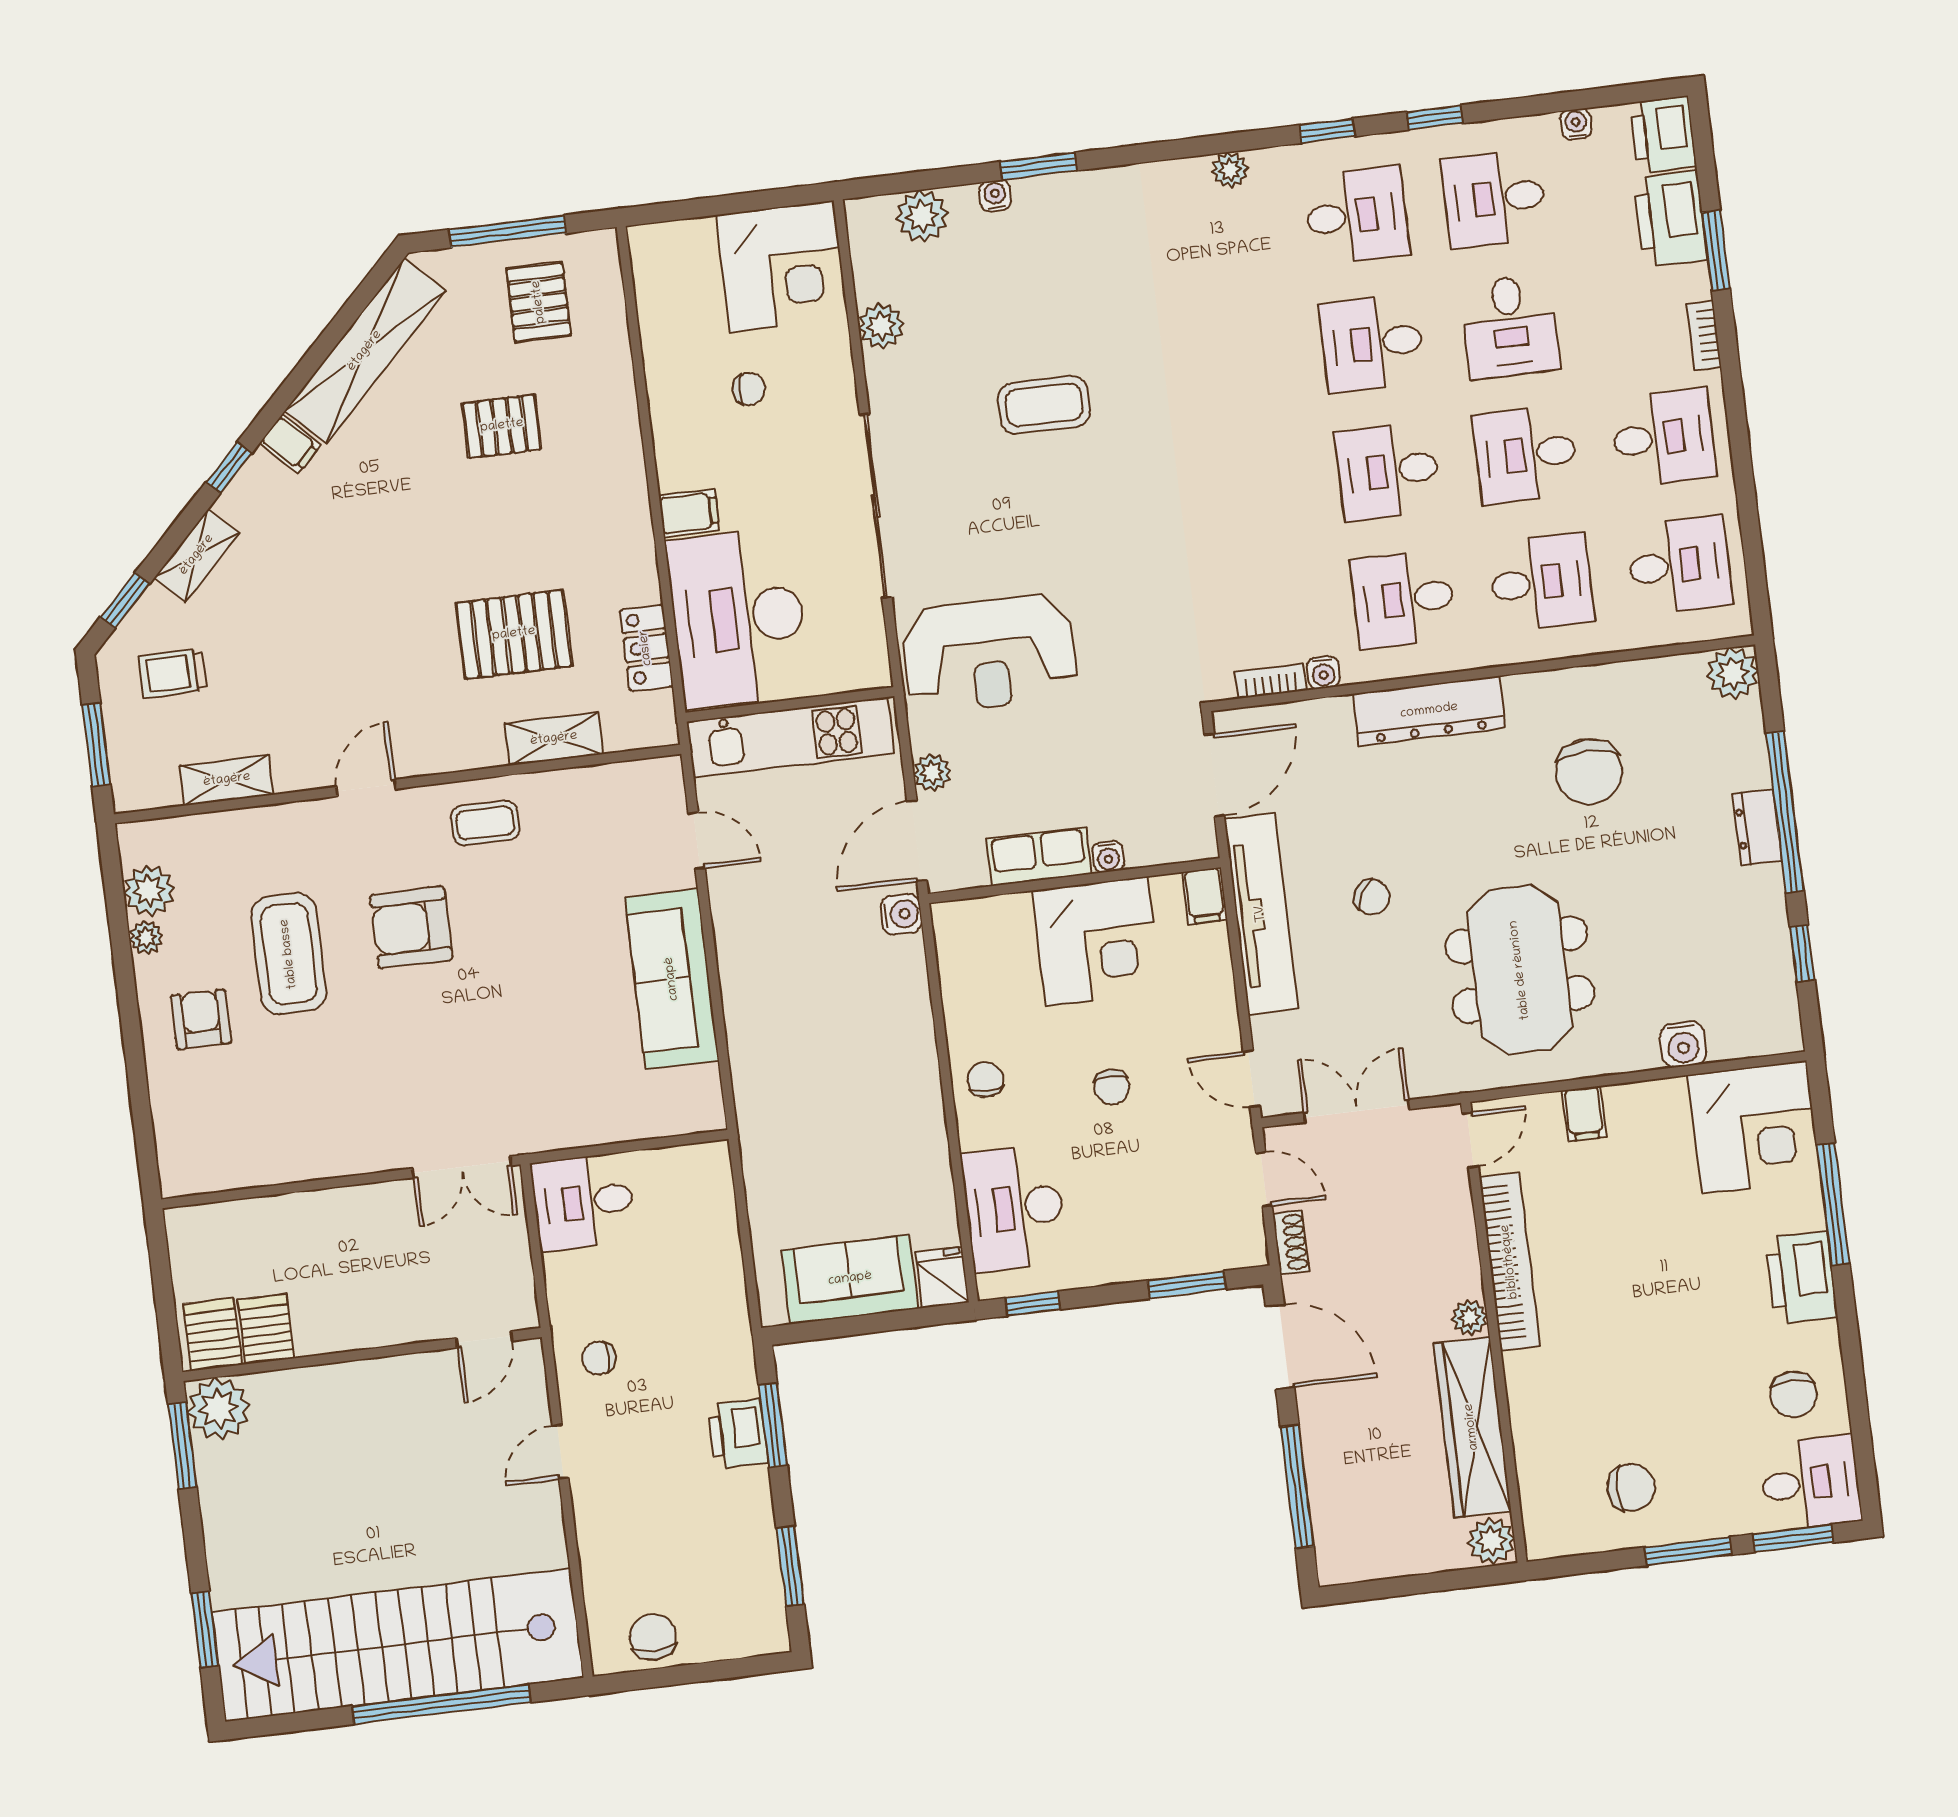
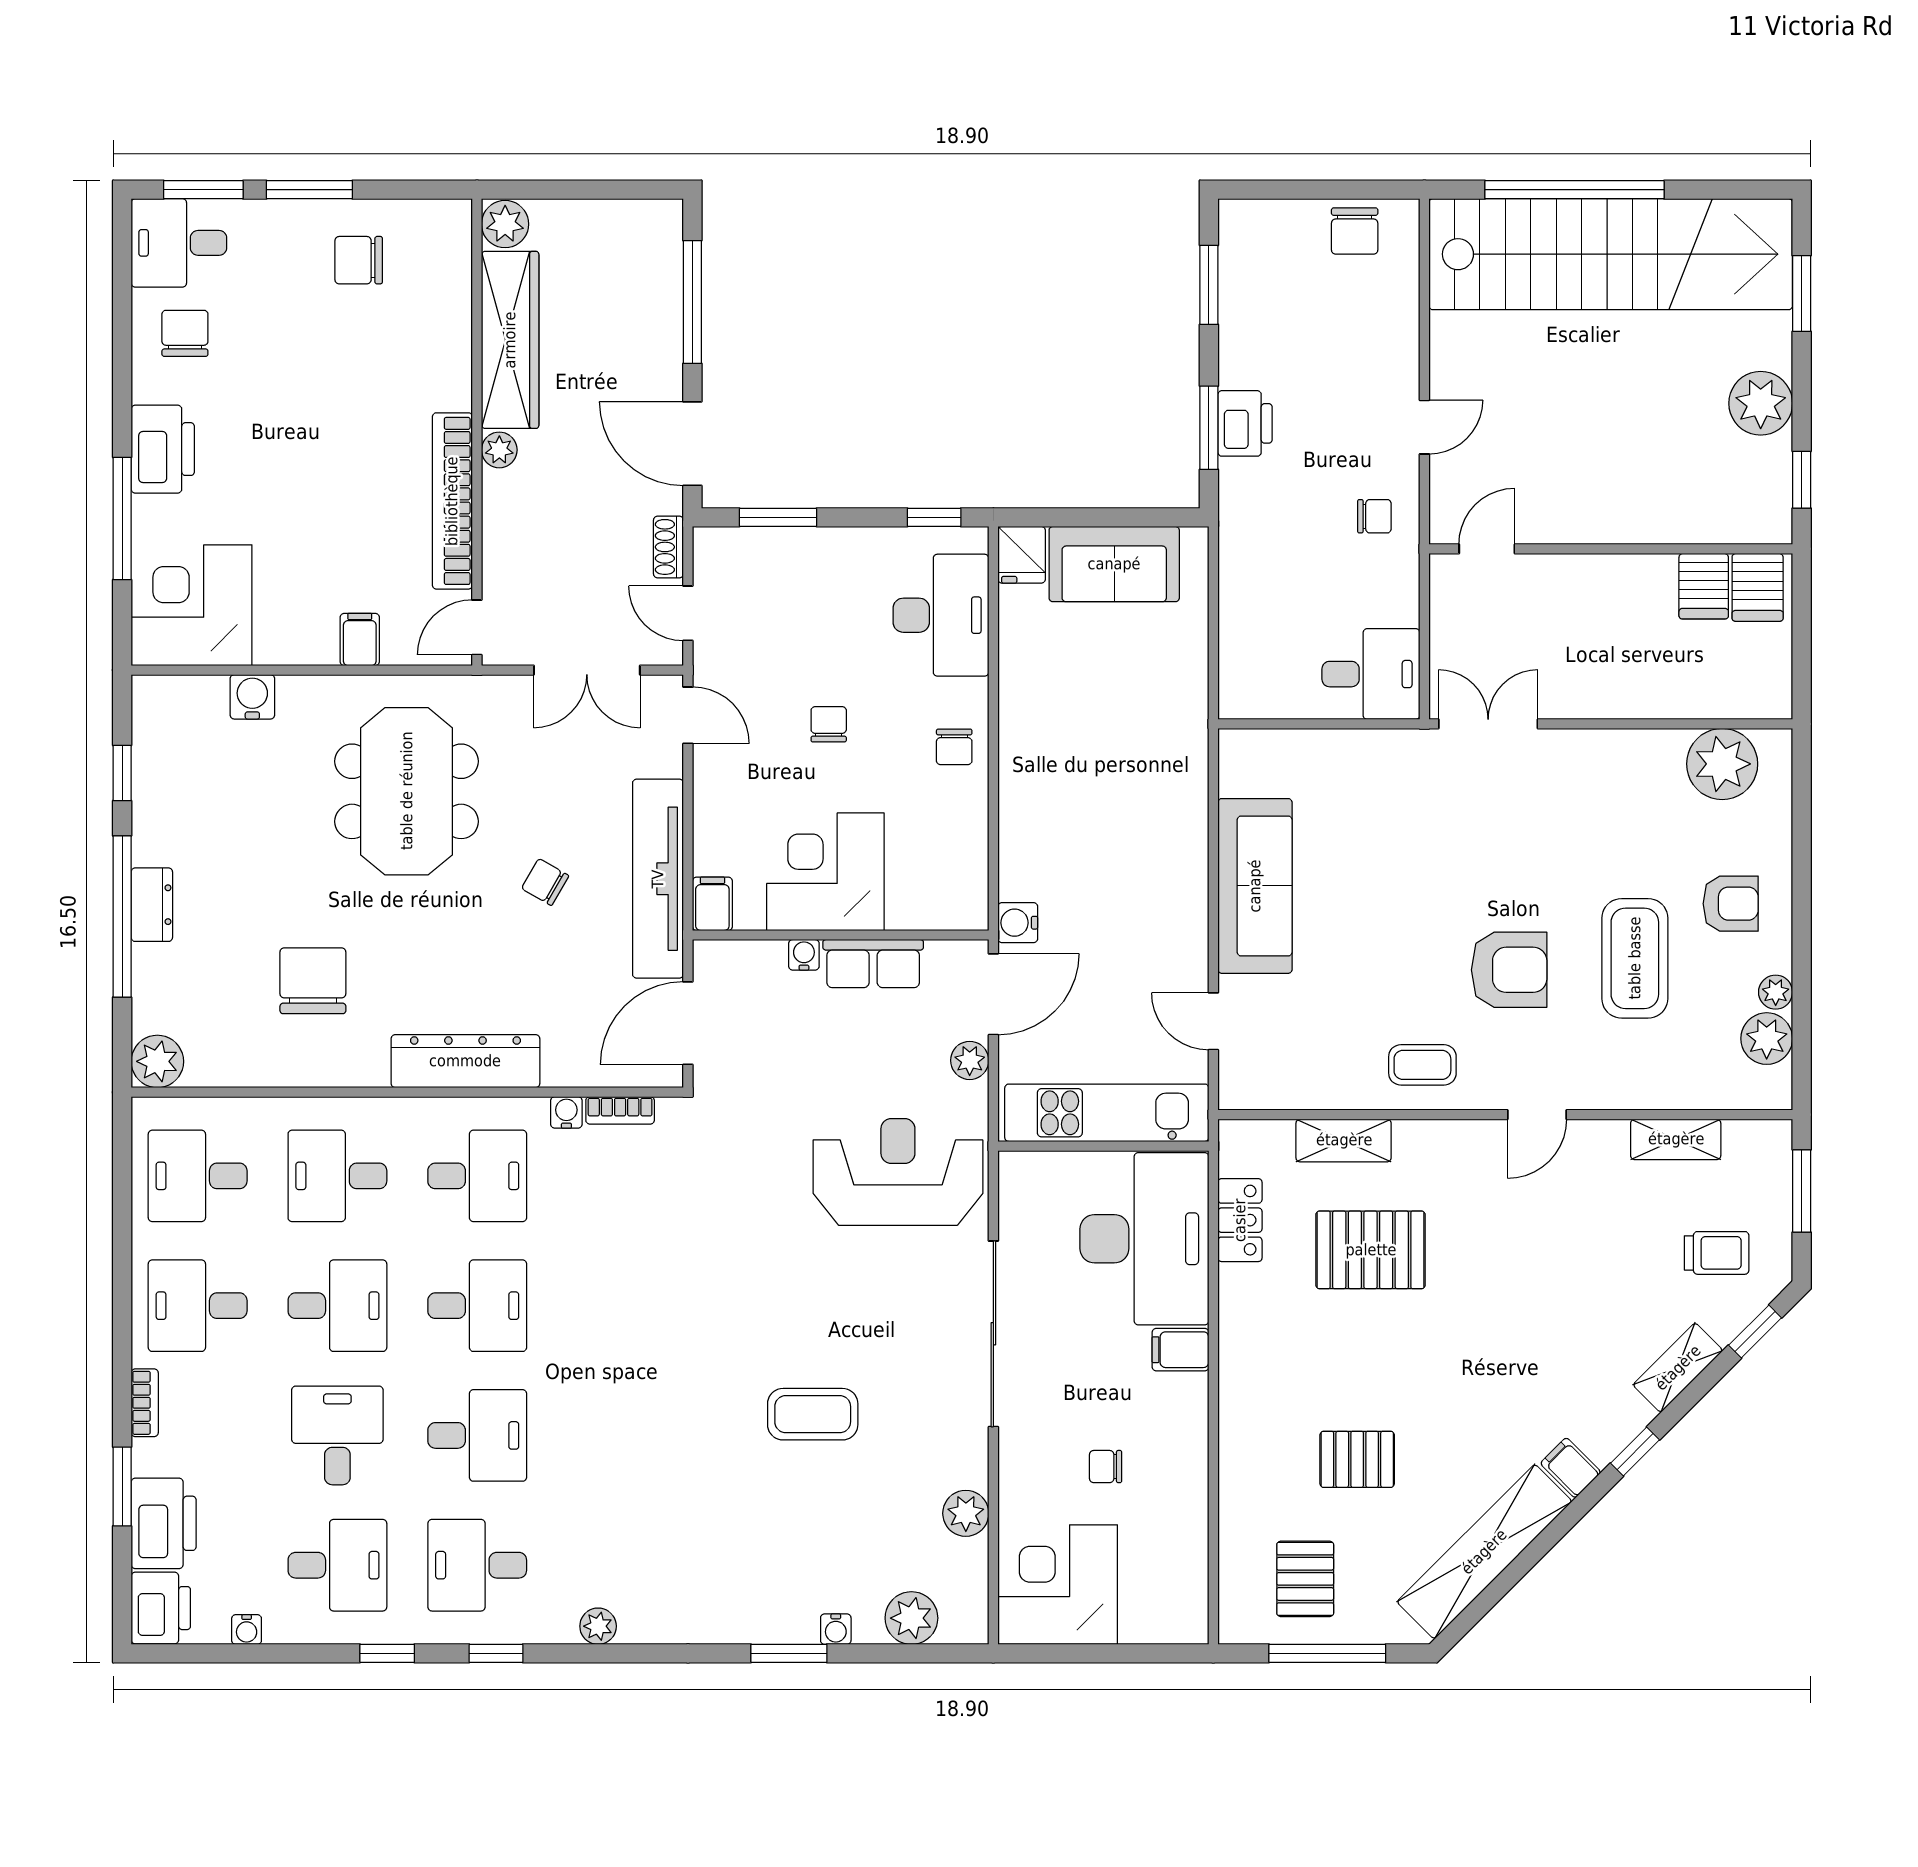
armchair: (201, 1019) -> (1731, 904), turned -90
plant: (226, 1156) -> (1722, 764), added
plant: (219, 1409) -> (1761, 403), moved
window: (182, 1446) -> (1802, 480), width x0.67

